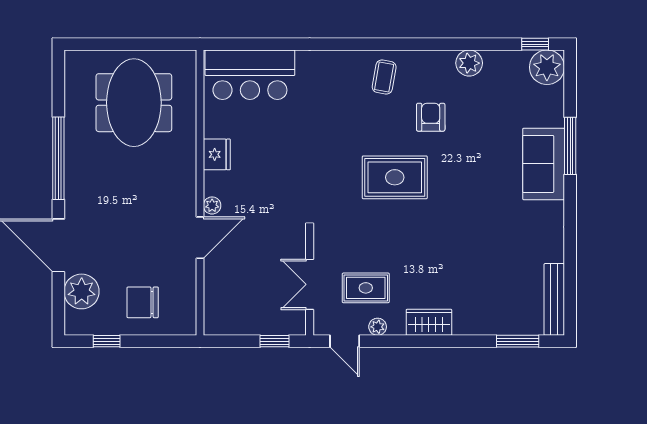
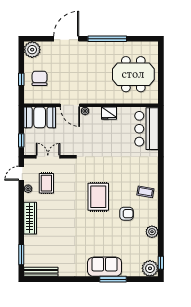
plant: (82, 291) -> (32, 50), moved
booth: (226, 302) -> (40, 117), added
wardrobe: (429, 322) -> (30, 218), width x1.50
window: (107, 341) -> (21, 79), moved

